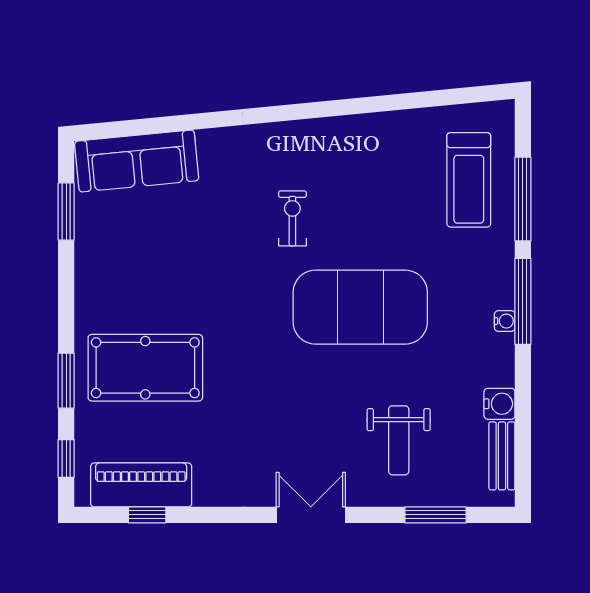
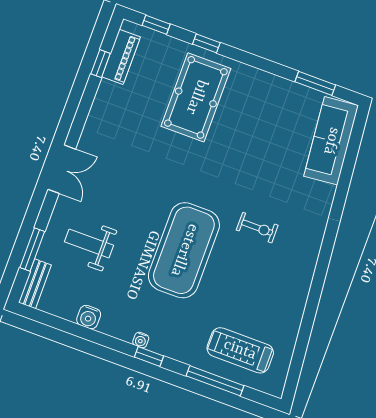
window: (523, 301) -> (149, 356), width x0.46
window: (66, 381) -> (206, 43), width x0.67
bench: (502, 456) -> (35, 284), moved, turned 90
piano: (141, 485) -> (121, 57), width x0.73, depth x0.75

